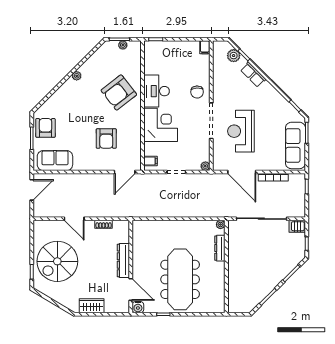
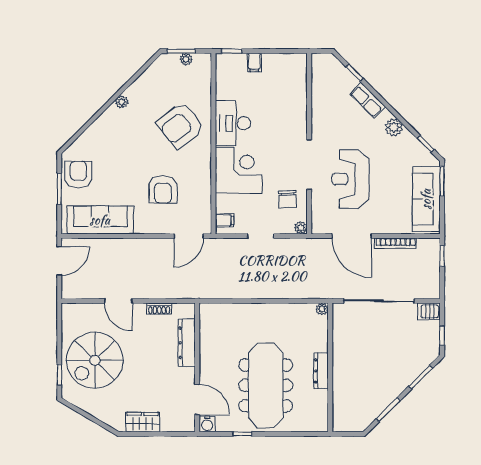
filing cabinet: (205, 47) -> (254, 62), moved
plant: (234, 56) -> (394, 127), moved
chair: (197, 92) -> (288, 199), moved
sofa: (55, 161) -> (100, 220), width x1.36
dresser: (220, 248) -> (321, 371), moved
dresser: (123, 260) -> (187, 343), moved

